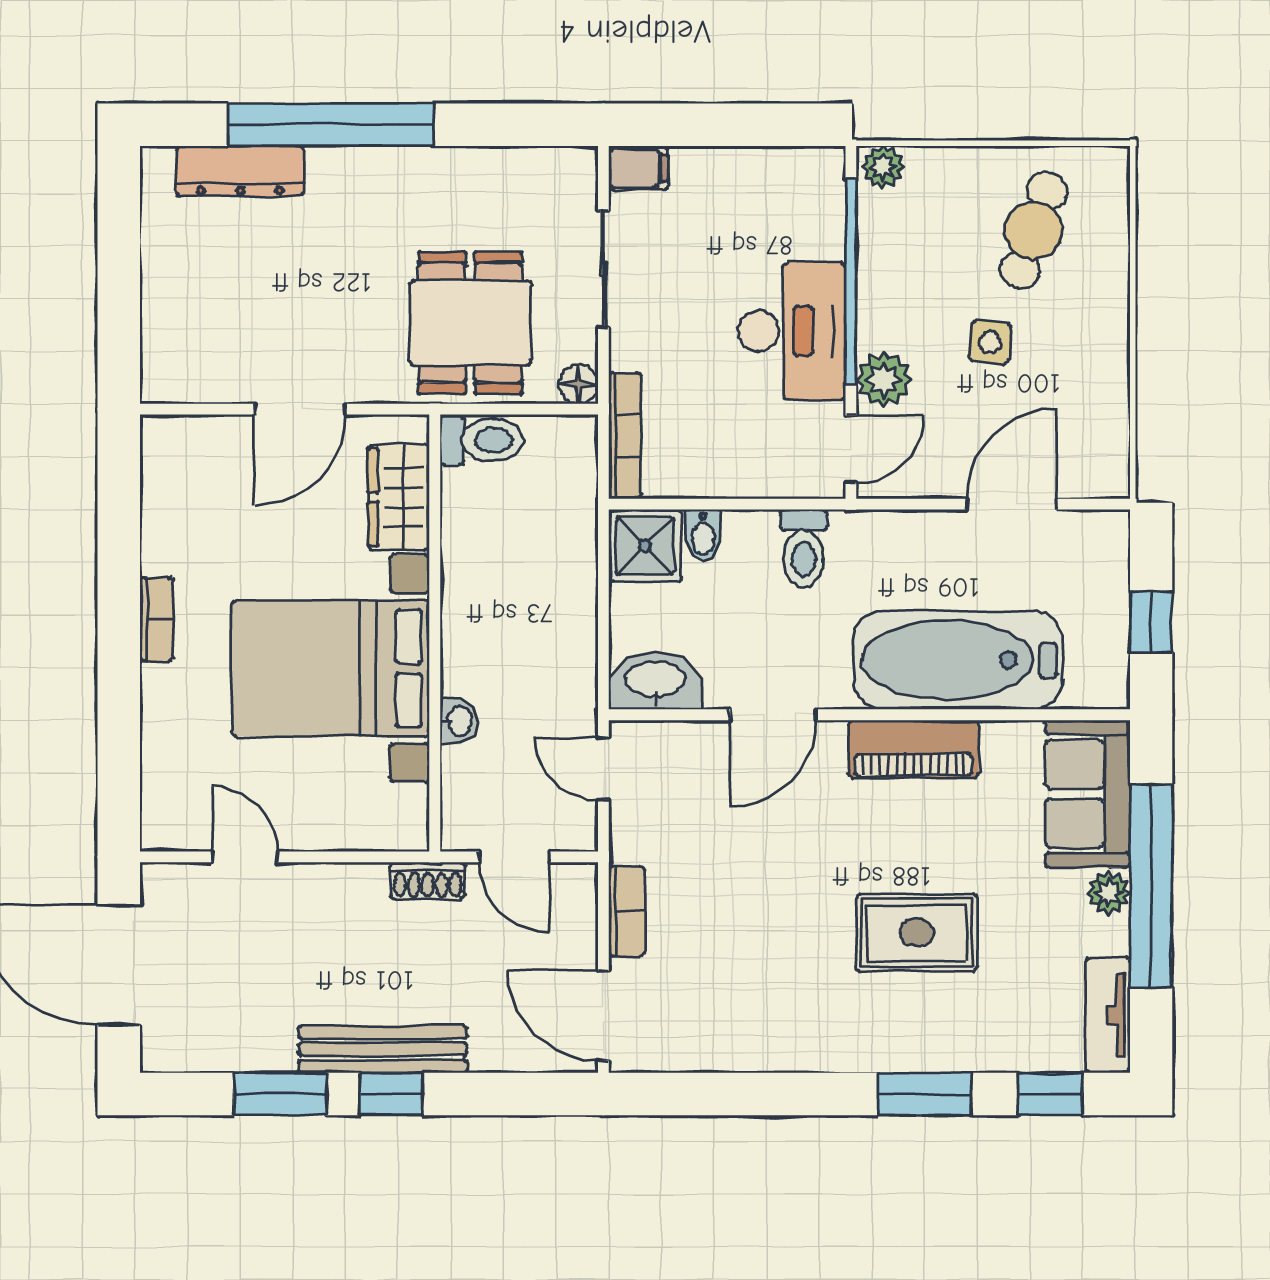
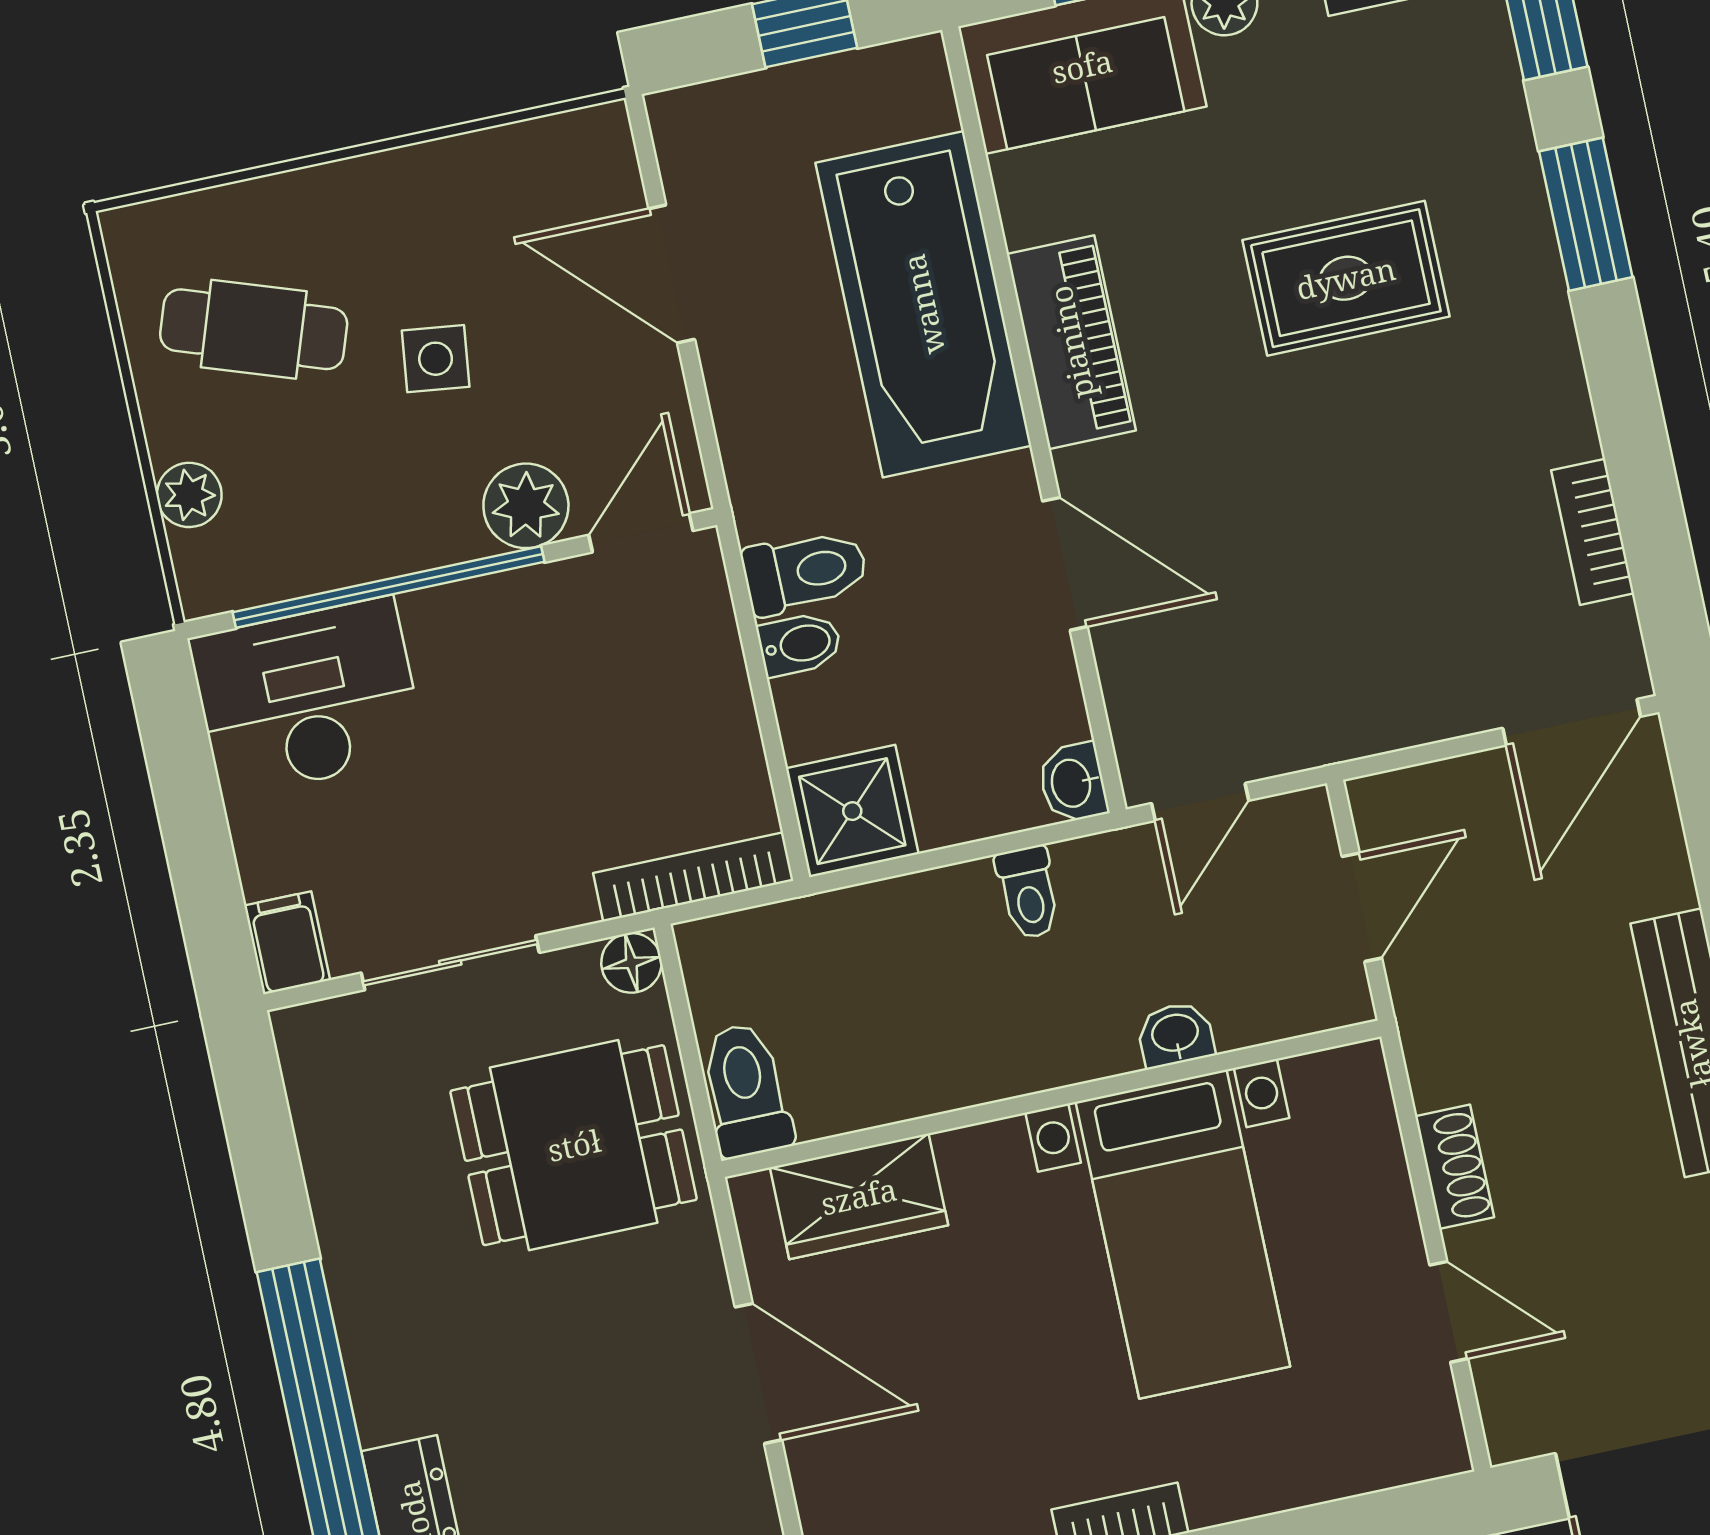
plant: (883, 167) -> (189, 495), moved
desk: (792, 331) -> (307, 697), moved
door: (851, 449) -> (641, 533), hinge flipped
bidet: (703, 535) -> (800, 644), moved
toilet: (569, 647) -> (1028, 893), added
bed with nightstands: (331, 668) -> (1183, 1234), width x0.73
washbasin: (655, 681) -> (1073, 783), width x0.52, depth x0.69
door: (245, 857) -> (1449, 1312), swing flipped
shoe rack: (428, 880) -> (1455, 1167), moved
bookcase: (627, 911) -> (1593, 532), moved, turned -90
rug: (917, 933) -> (1346, 278), turned 90

